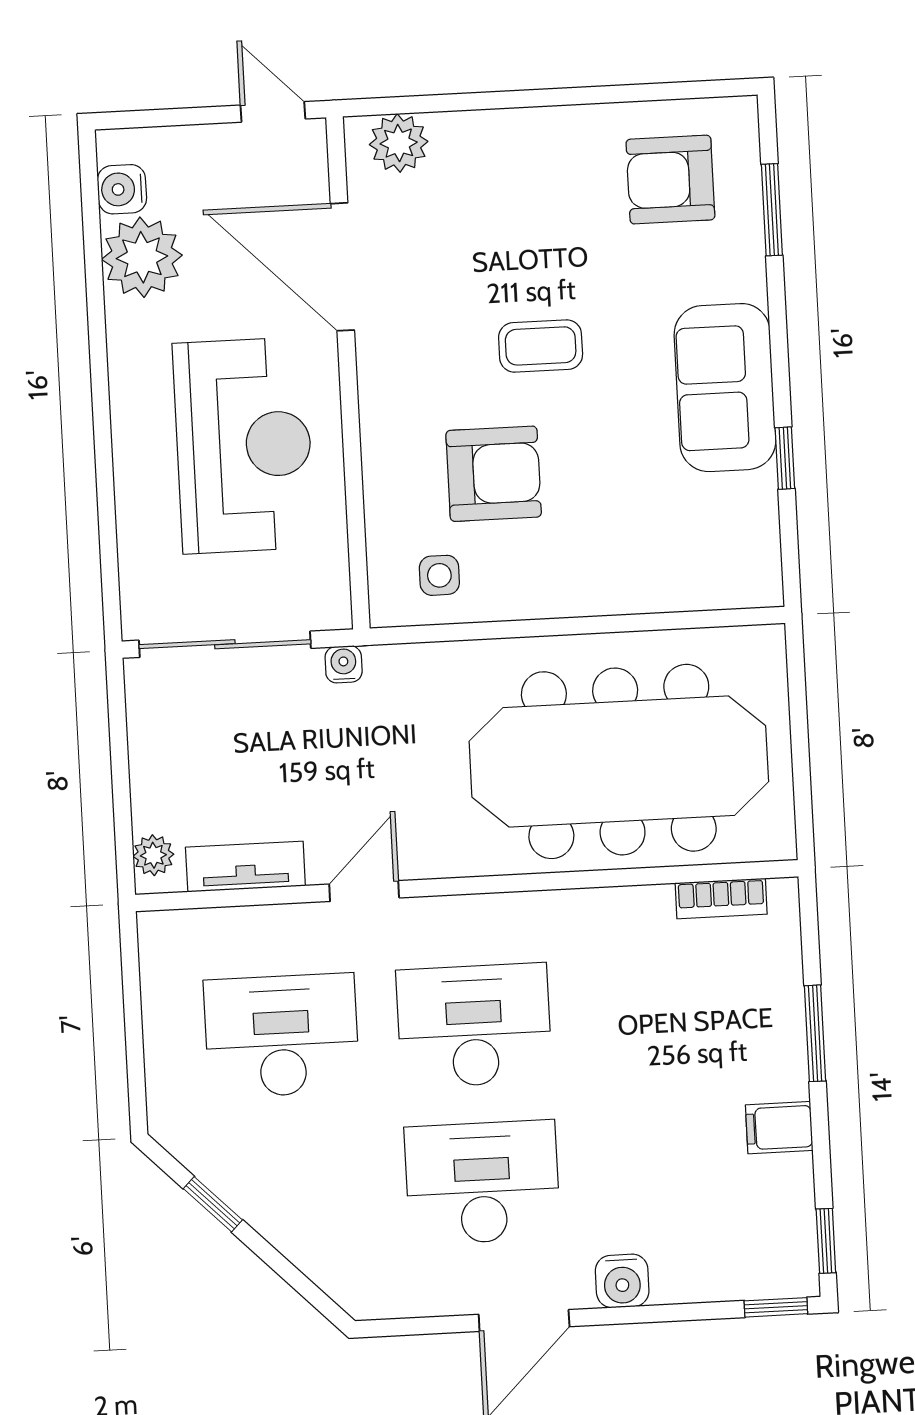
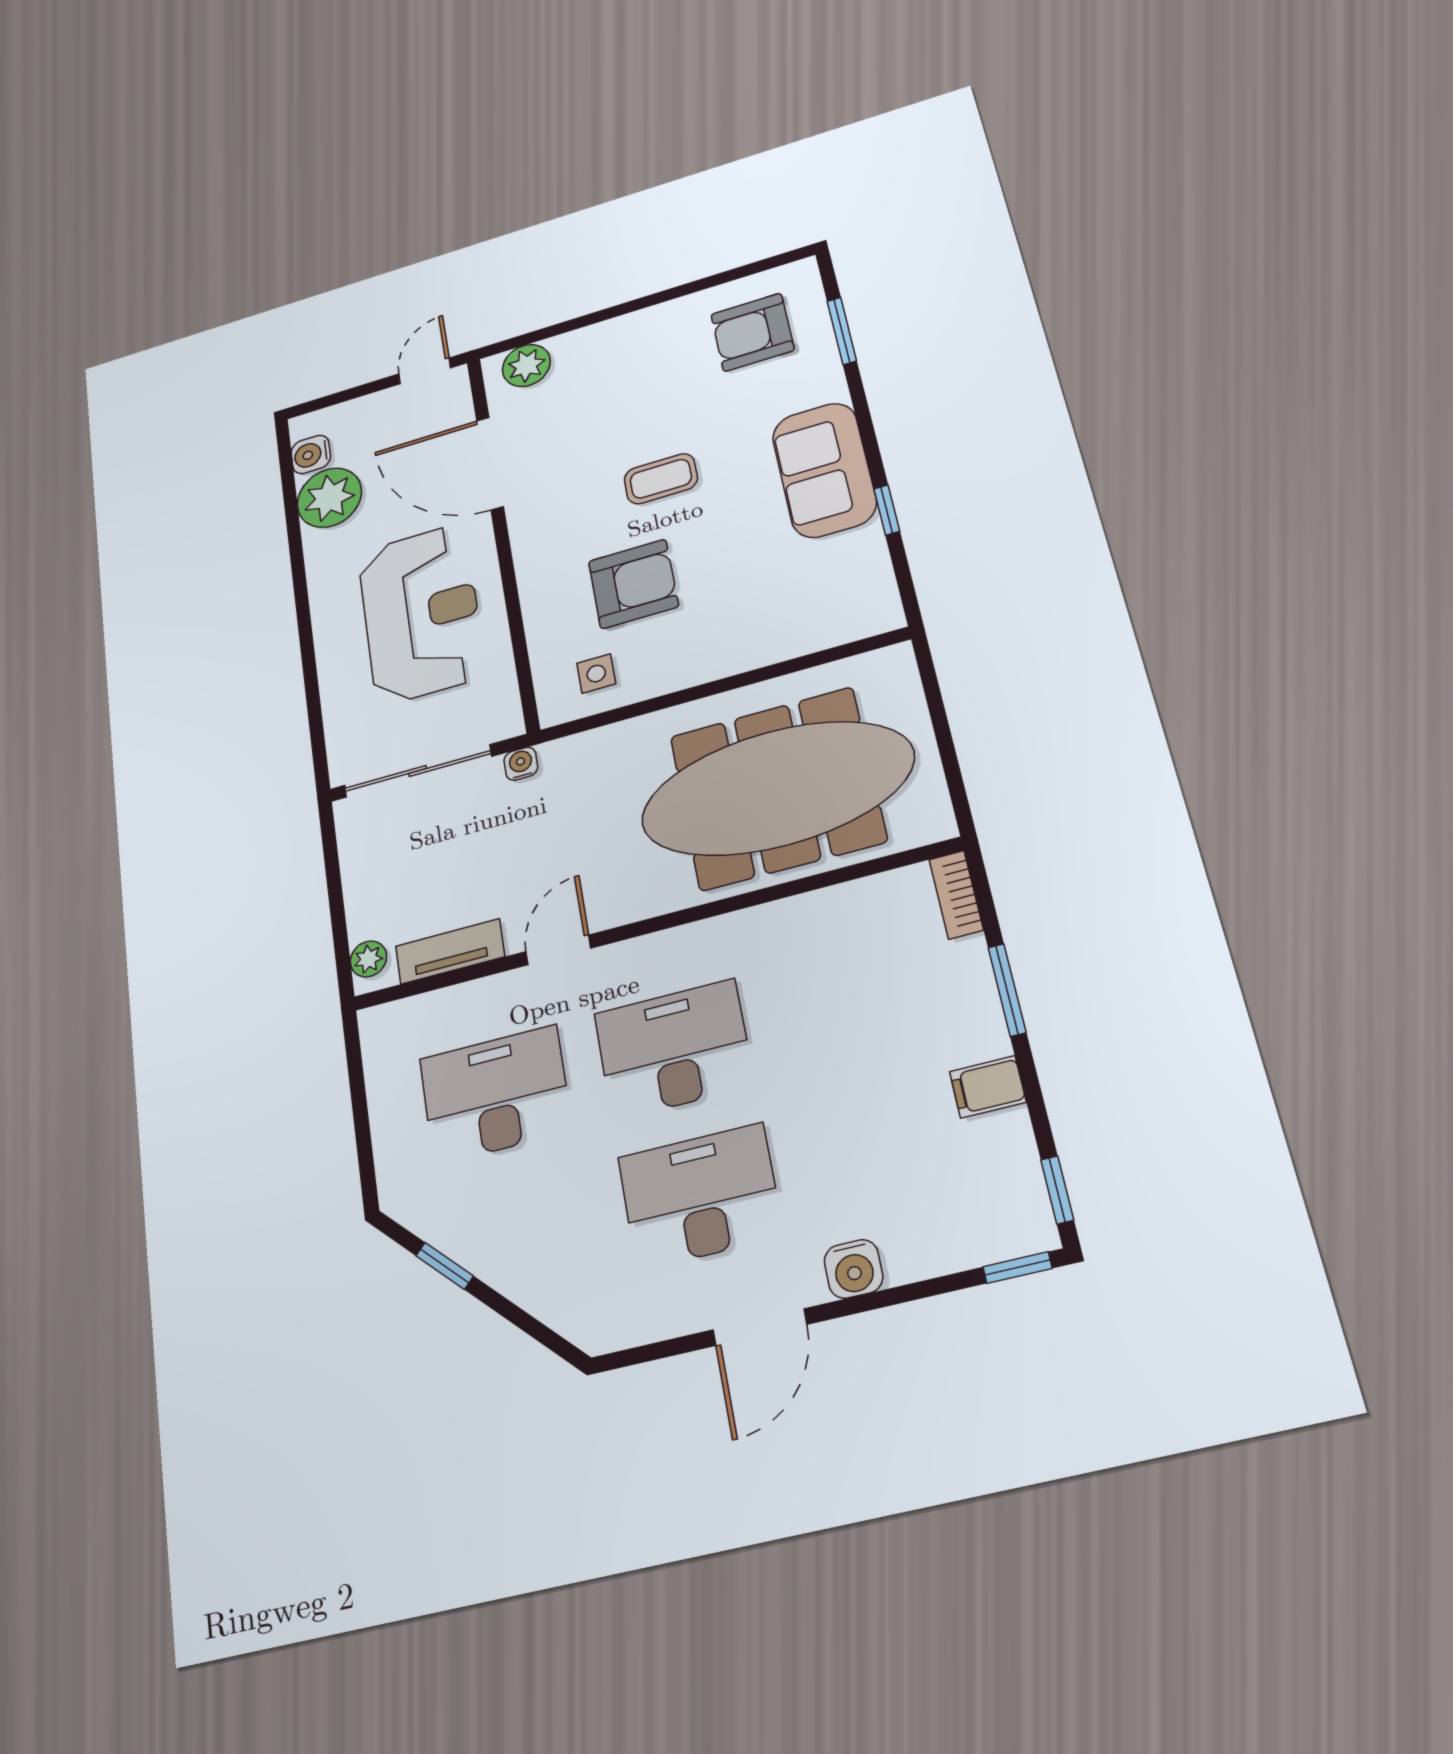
door: (273, 112) -> (425, 371), hinge flipped
bookcase: (721, 899) -> (956, 895), moved, turned 90

